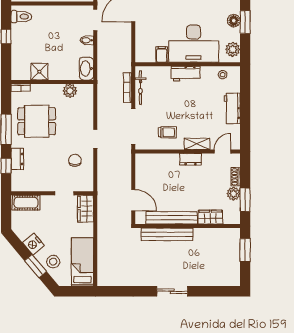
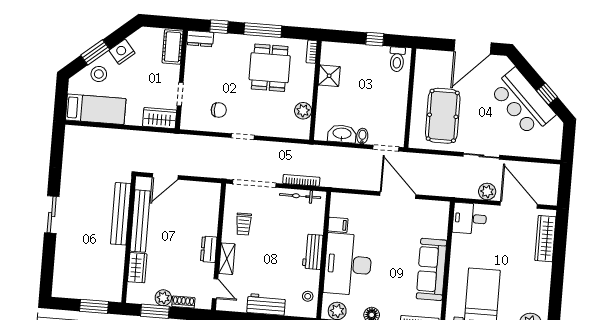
washbasin: (86, 69) -> (342, 134), moved
dresser: (17, 159) -> (200, 39), moved

